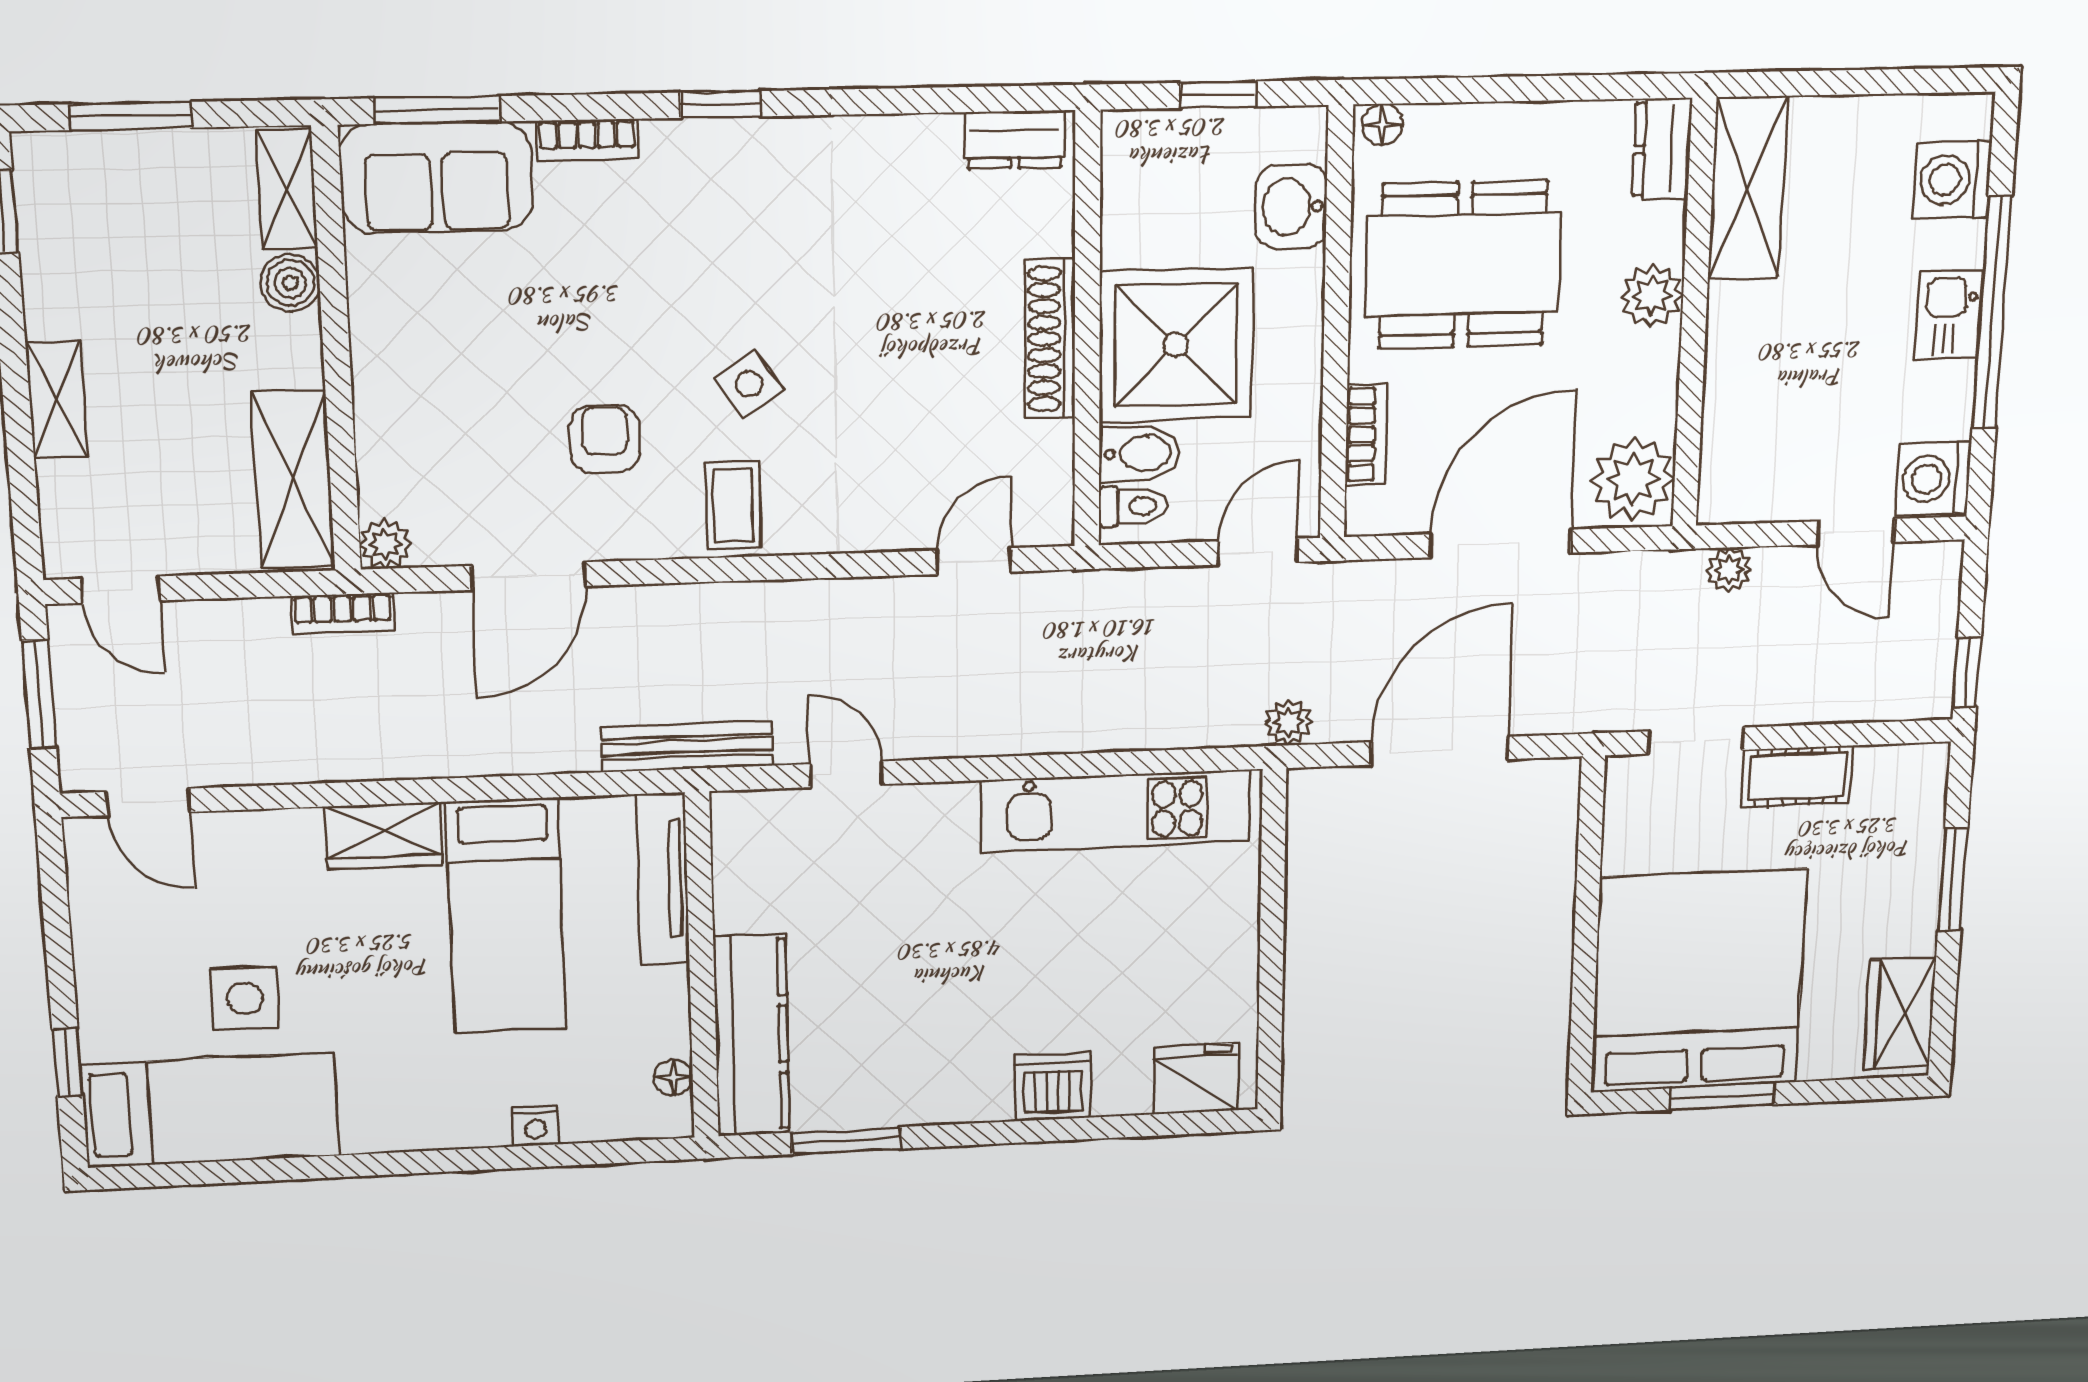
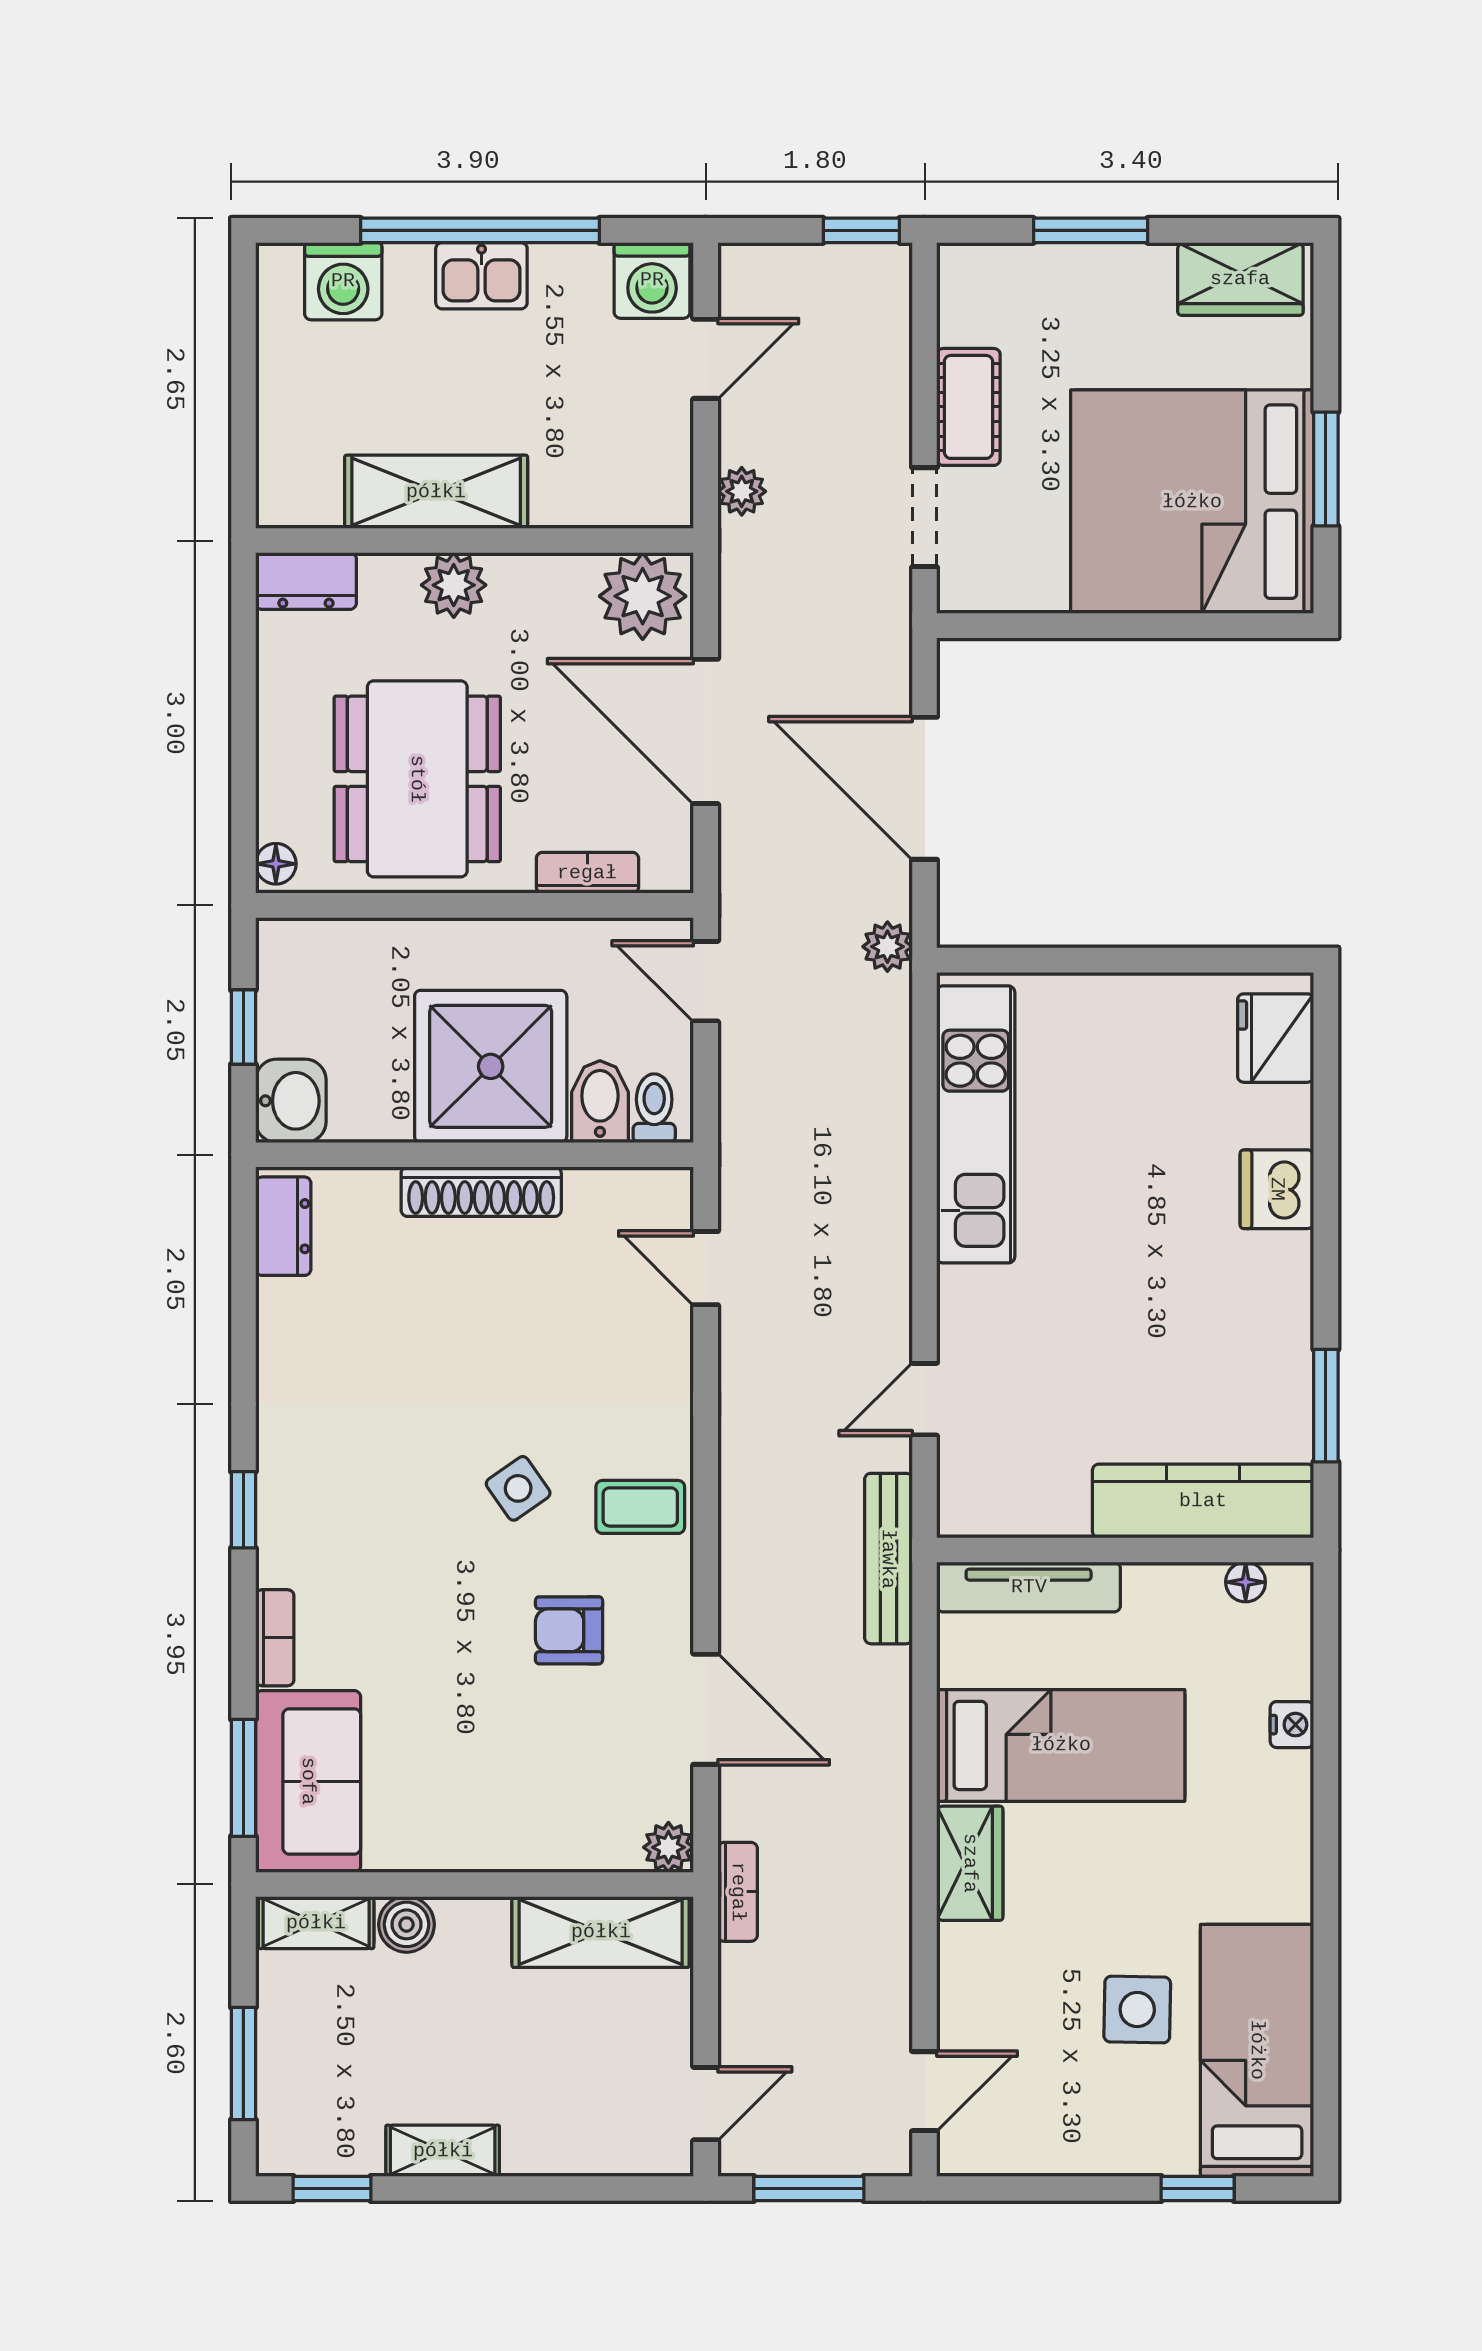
shelving: (1748, 188) -> (436, 492), moved
washbasin: (1291, 207) -> (291, 1101), moved, turned -90
shelving: (57, 399) -> (443, 2151), moved

